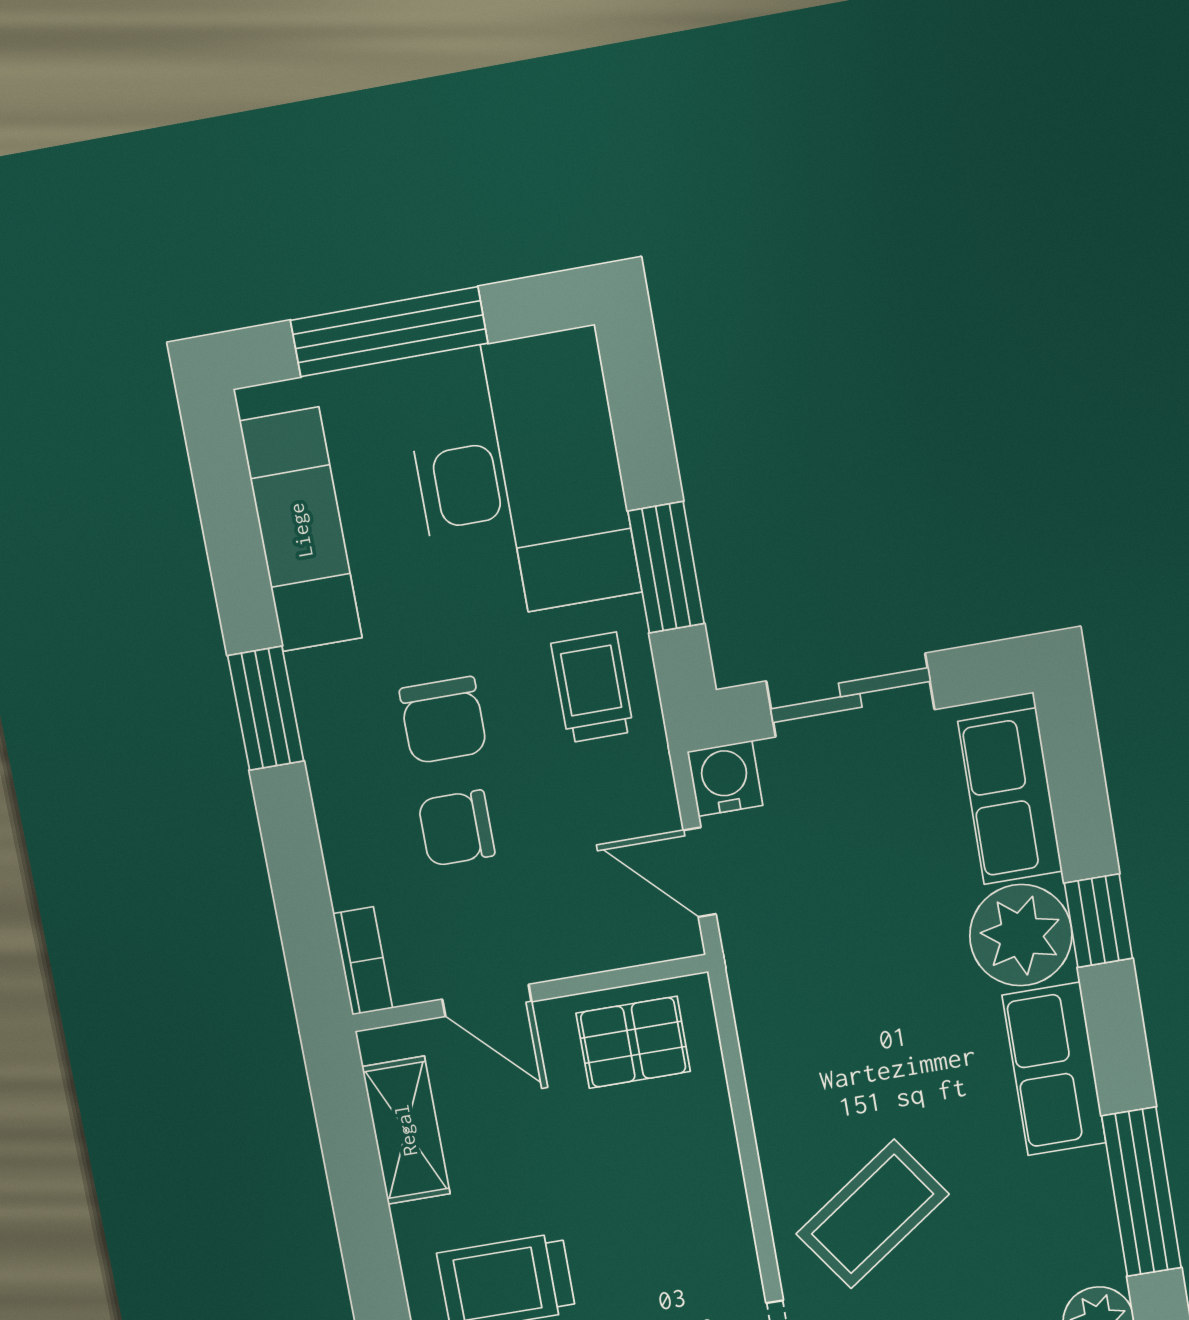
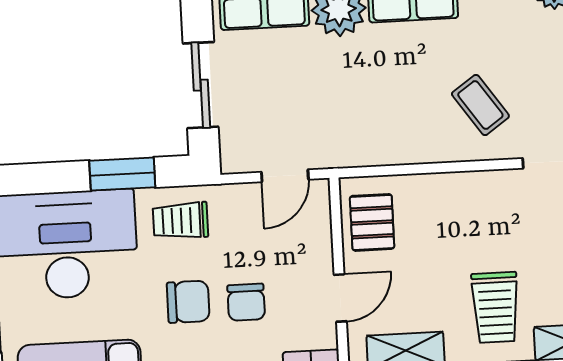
water cooler: (725, 778) -> (237, 156), removed
coffee table: (873, 1214) -> (480, 105), width x0.73, depth x0.77

